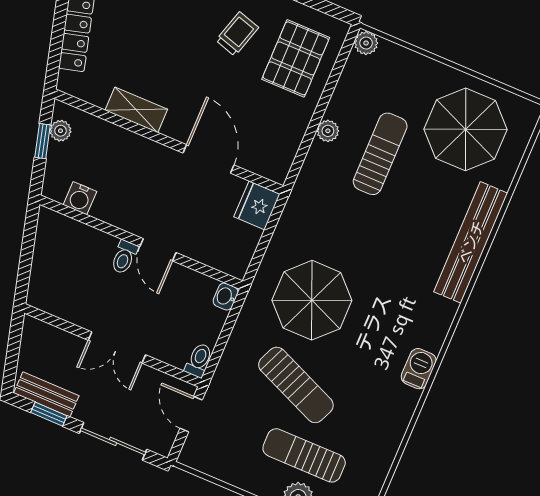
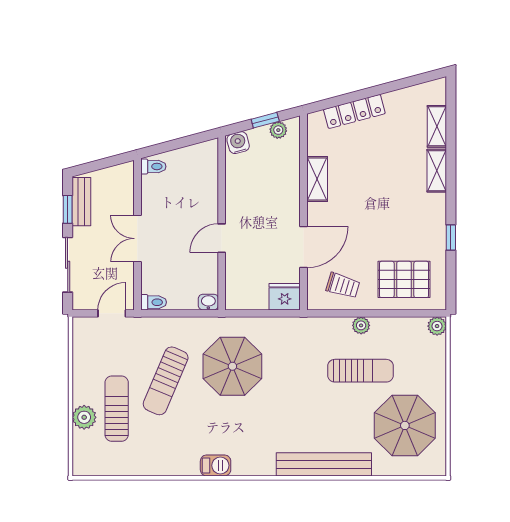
trolley: (237, 34) -> (343, 286), moved
water cooler: (80, 198) -> (238, 143), moved, turned 75
toilet: (124, 257) -> (153, 166), moved, turned 180

